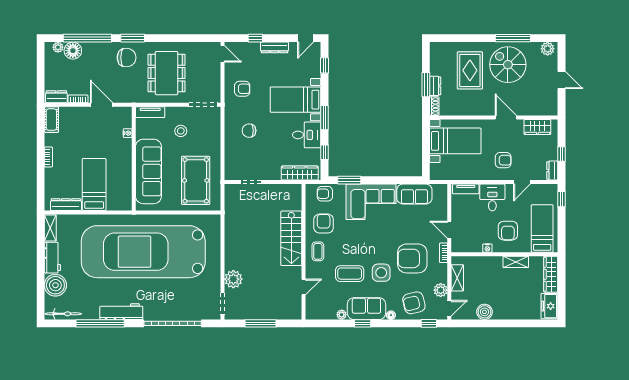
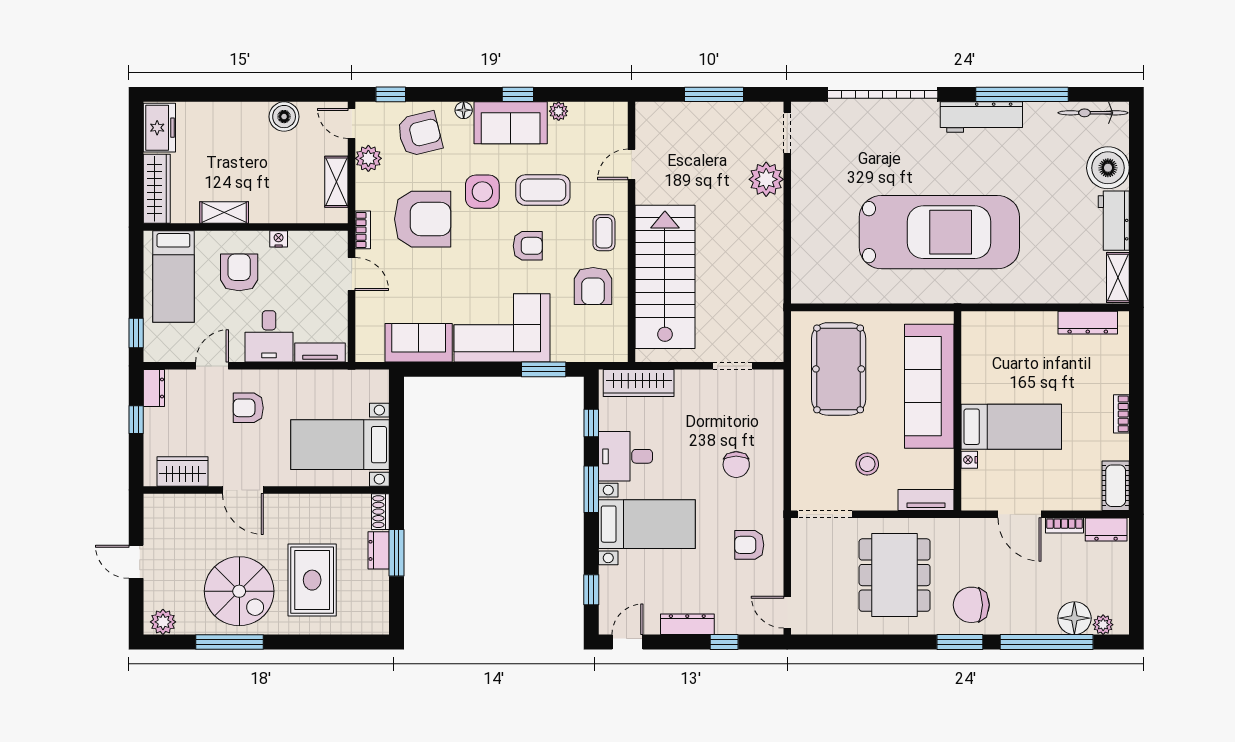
chair: (249, 131) -> (736, 465), turned 90
bed: (94, 184) -> (1011, 427), moved, turned -90
armchair: (325, 194) -> (528, 246), moved
stairs: (291, 238) -> (665, 277), width x1.36, depth x1.51
car: (143, 252) -> (939, 232), width x0.73, depth x0.67
door: (449, 308) -> (352, 123), hinge flipped

